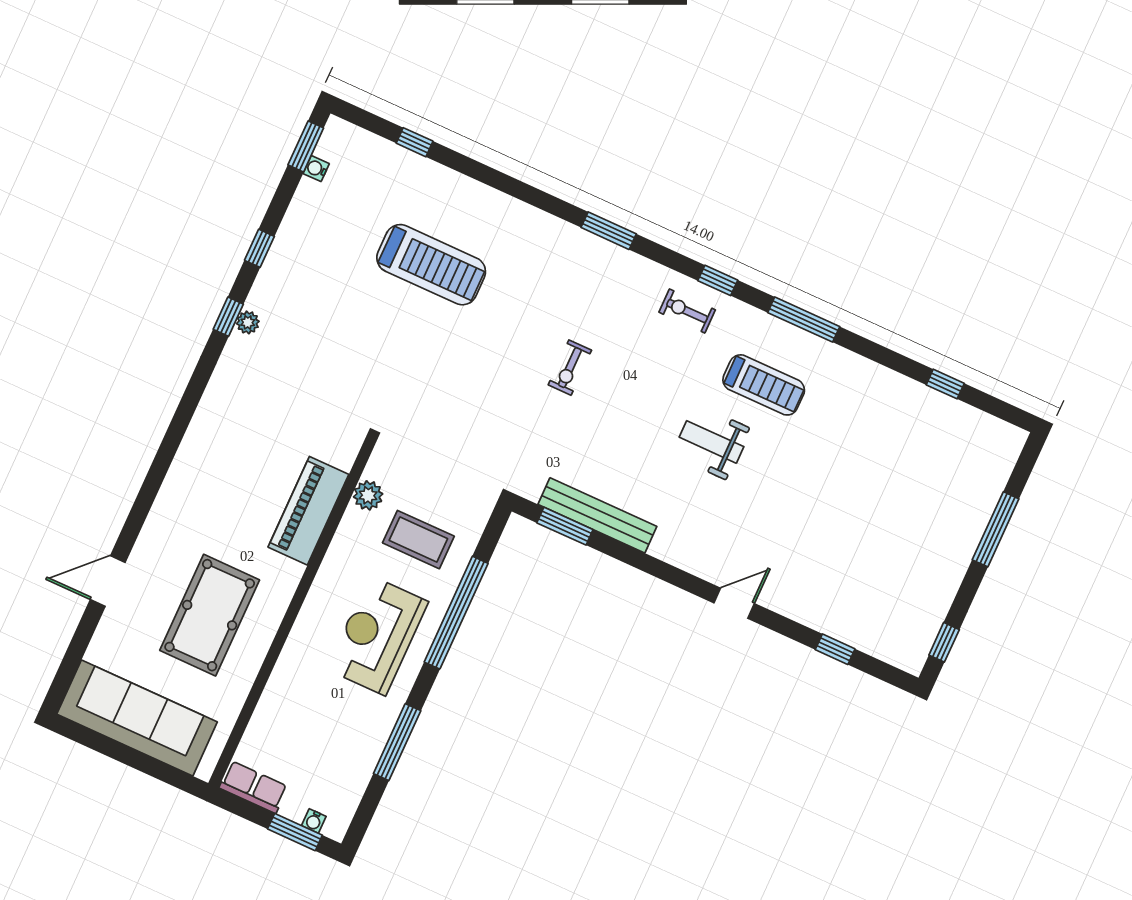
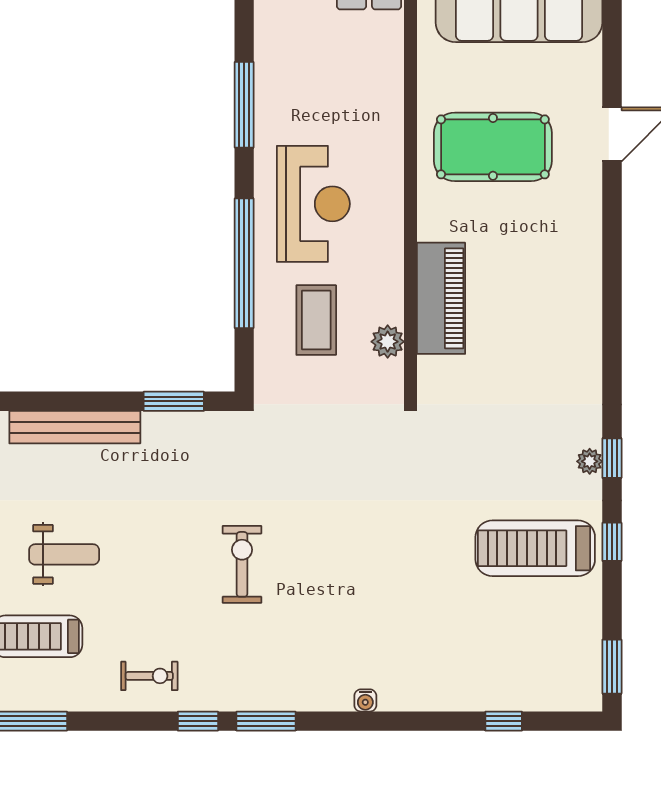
water cooler: (316, 169) -> (365, 700), moved, turned 90
treadmill: (431, 265) -> (535, 548), moved
window: (718, 280) -> (198, 721), moved
exercise bike: (570, 368) -> (242, 564), width x1.38, depth x1.39
bench: (597, 515) -> (75, 427), moved
coffee table: (418, 540) -> (316, 320), turned 90
pool table: (210, 615) -> (493, 147), turned 90

